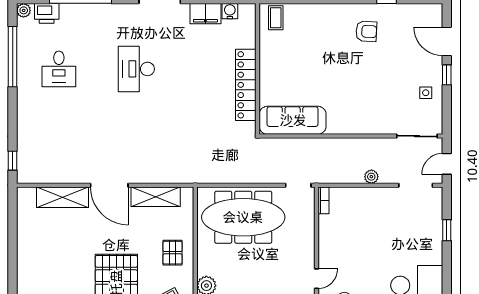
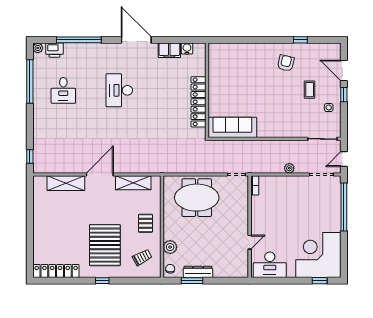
coffee table: (276, 18) -> (310, 90), moved
armchair: (366, 31) -> (286, 63), turned -80
door: (109, 185) -> (100, 174), swing flipped
meeting table: (243, 217) -> (197, 198), width x0.73
window: (447, 230) -> (344, 207), width x3.17

